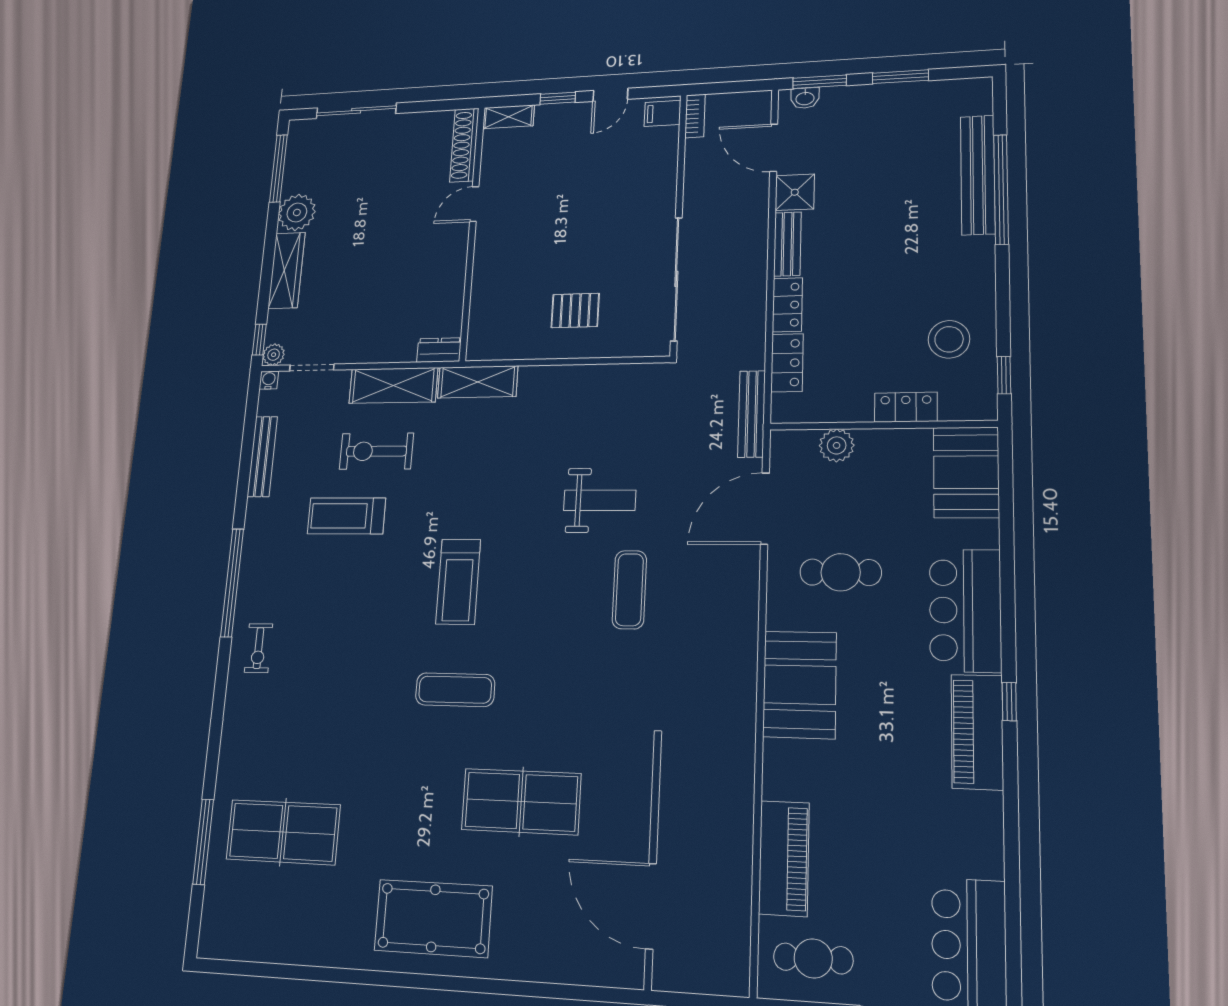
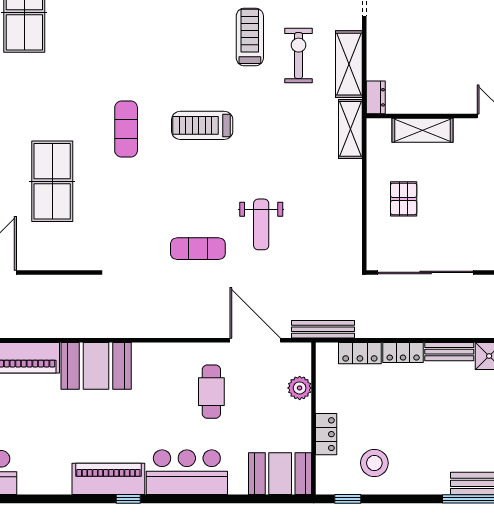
shelving: (486, 289) -> (422, 130), added
booth: (800, 685) -> (96, 366), moved

